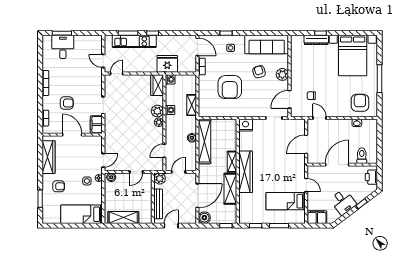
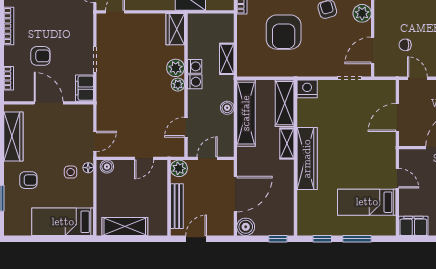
washing machine: (170, 79) -> (195, 82), moved
shelving: (230, 189) -> (285, 103), moved

